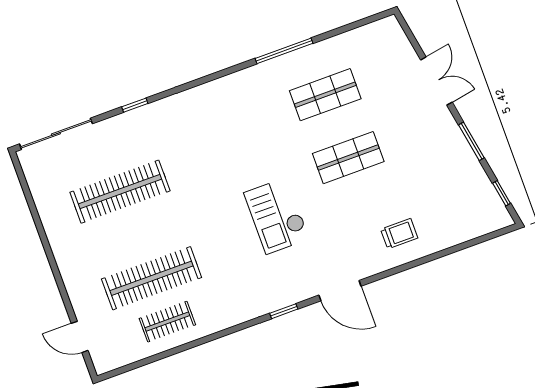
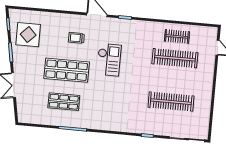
shop shelf: (348, 158) -> (67, 70), width x1.43, depth x1.36
display table: (454, 191) -> (28, 35), added
trolley: (399, 234) -> (76, 38), moved

